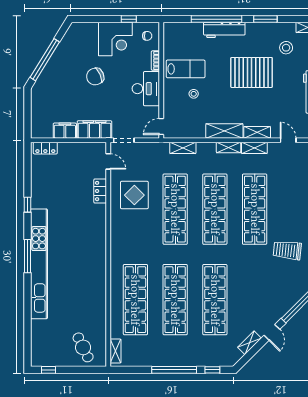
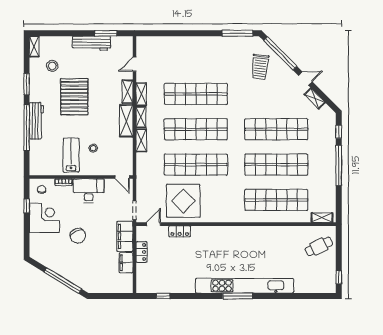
locker: (45, 148) -> (141, 252), moved
shelving: (183, 148) -> (141, 140), moved
display table: (134, 195) -> (183, 201), width x1.36, depth x1.36
window: (27, 205) -> (163, 296), moved
trolley: (287, 250) -> (260, 67), moved

